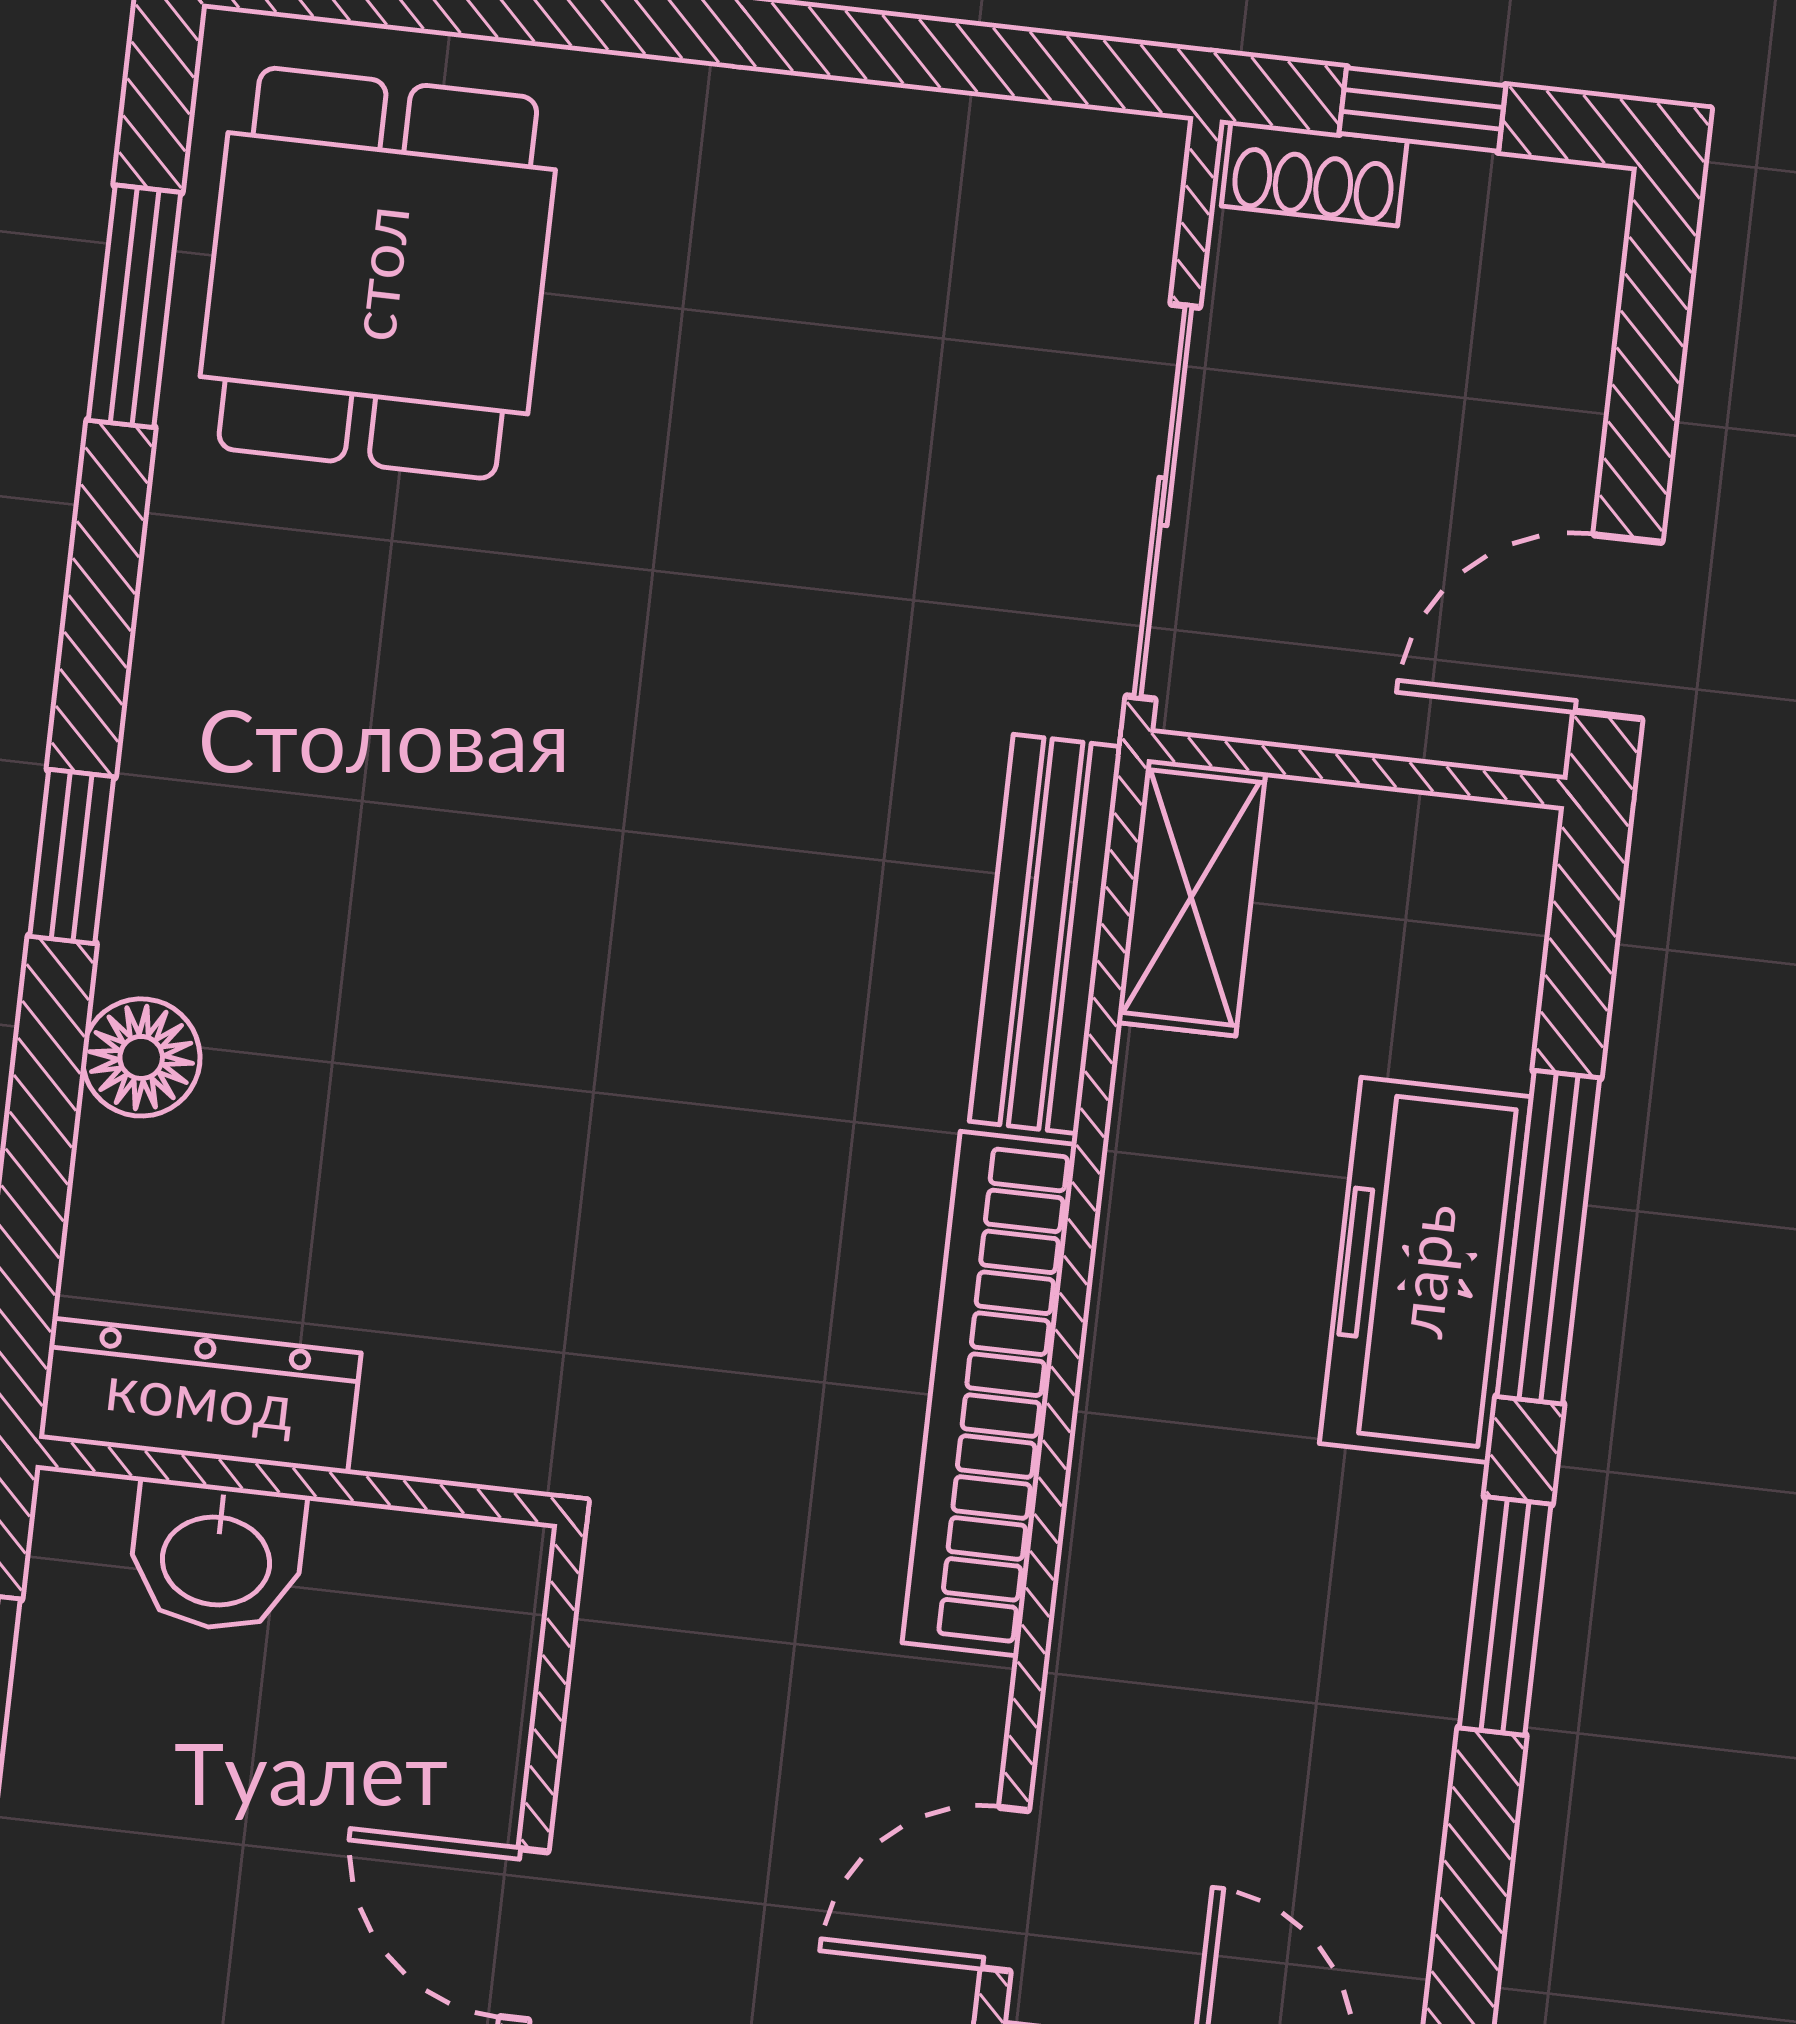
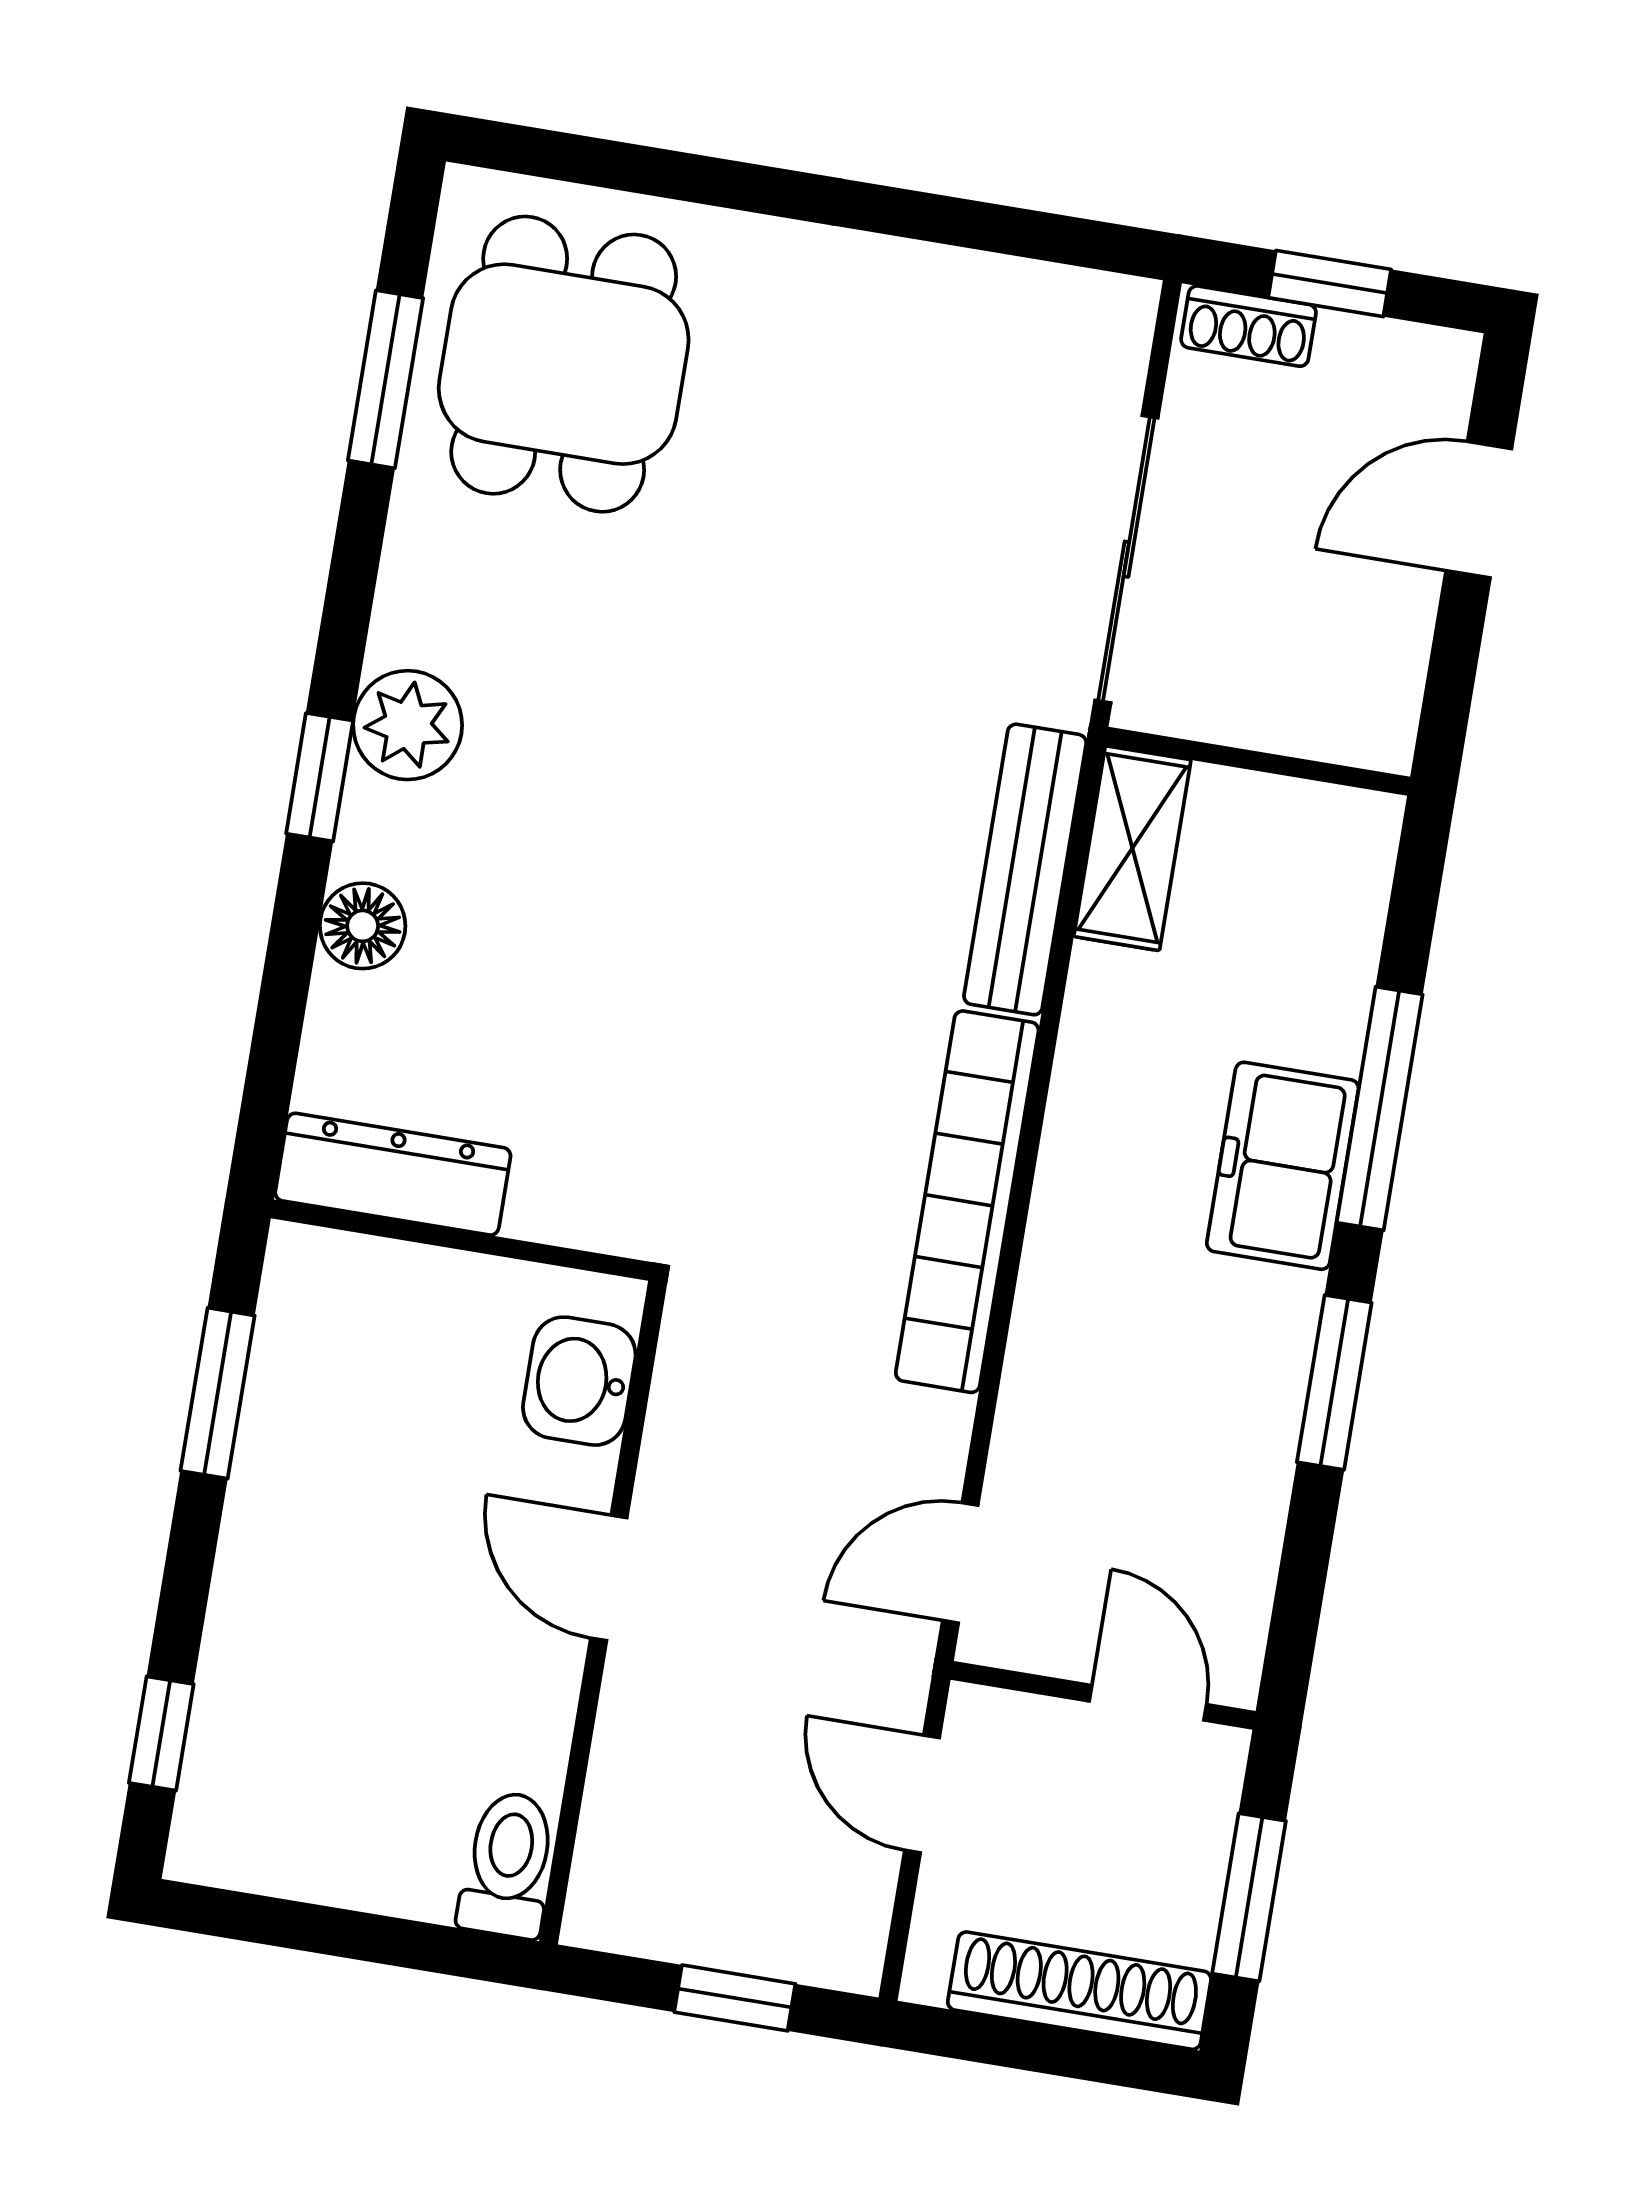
door: (1618, 627) -> (1479, 510), moved
plant: (189, 779) -> (408, 725), added
freezer: (1425, 1270) -> (1283, 1166), width x0.71
washbasin: (216, 1557) -> (579, 1381), moved, turned 90

